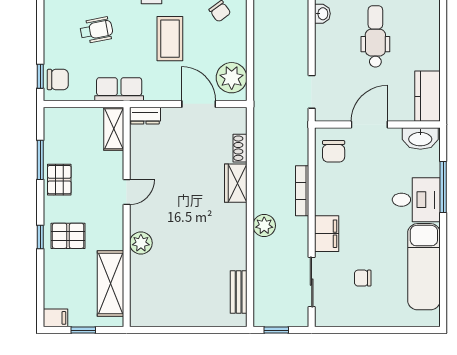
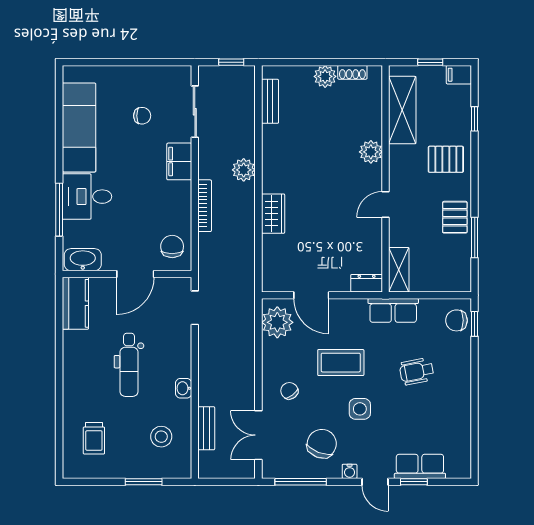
coffee table: (170, 39) -> (341, 363), turned 90
shoe rack: (240, 148) -> (352, 72), moved, turned 90
window: (40, 237) -> (475, 119), moved
plant: (185, 316) -> (325, 76), added

